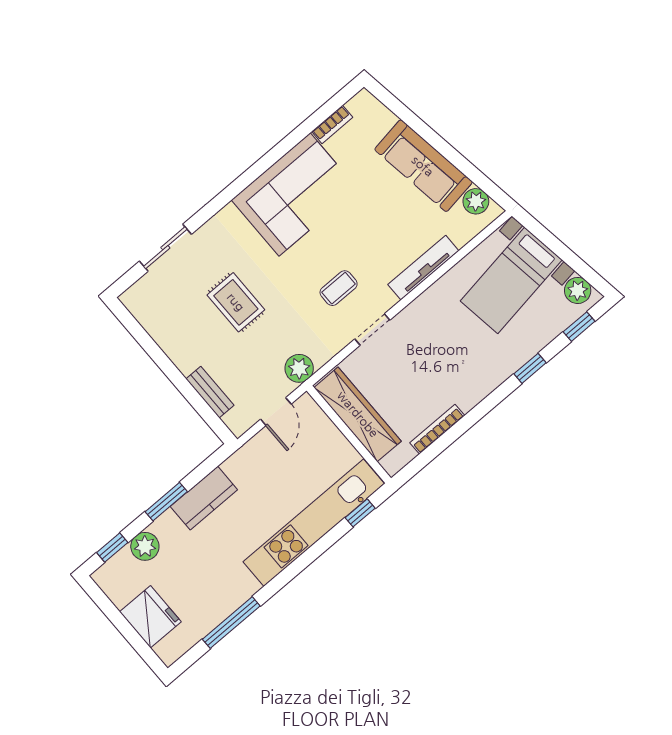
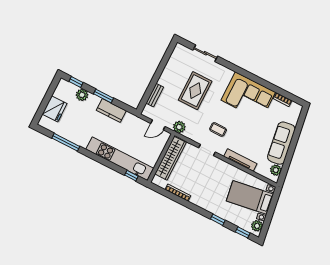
rug: (236, 302) -> (195, 91), width x1.36, depth x1.43

